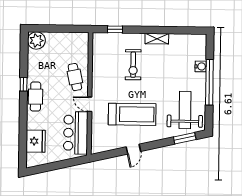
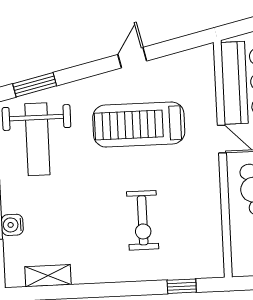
shelving: (157, 39) -> (48, 276), moved
exercise bike: (133, 65) -> (143, 220), turned 180

